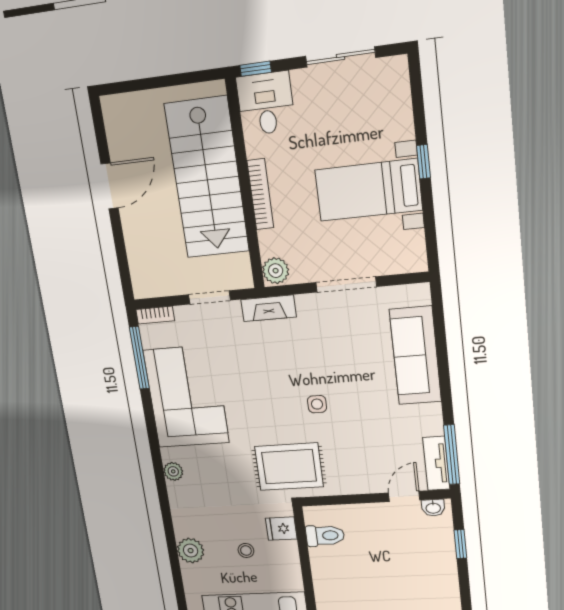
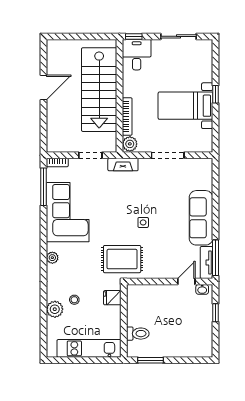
bookcase: (260, 194) -> (127, 117), moved
sofa: (415, 356) -> (201, 218), moved
toilet: (325, 536) -> (138, 334), moved
stool: (246, 550) -> (74, 300), moved

